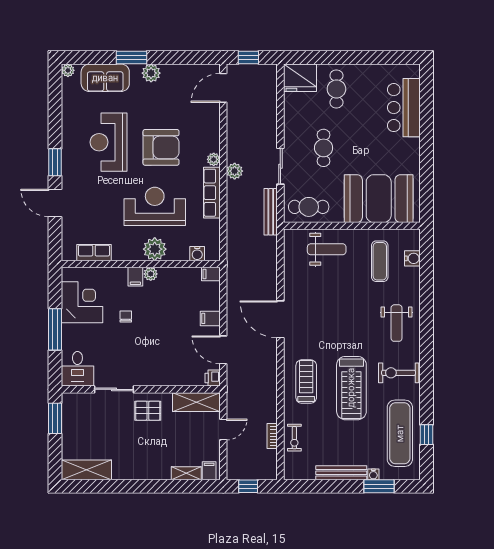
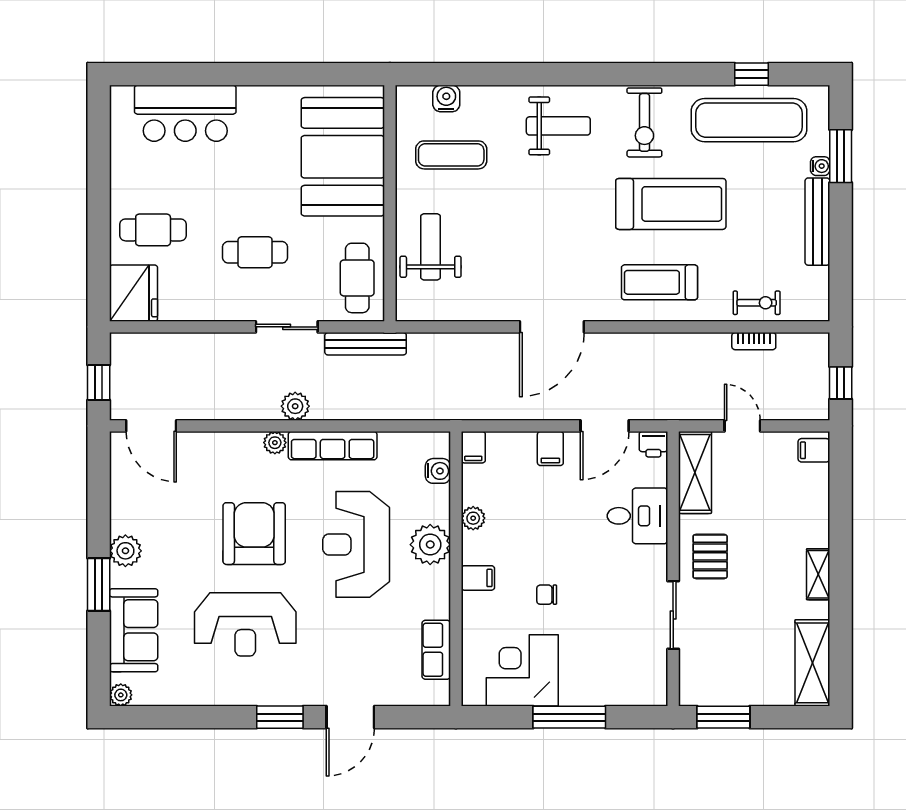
plant: (151, 274) -> (473, 518), moved
desk: (77, 369) -> (637, 516), moved
shelving: (186, 473) -> (818, 574), moved

